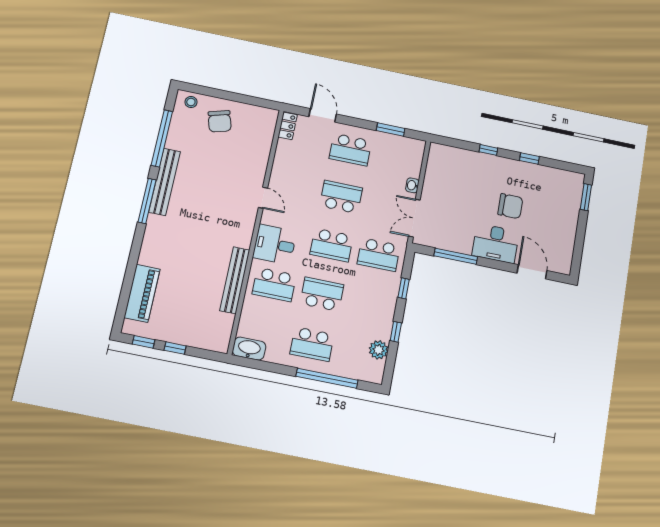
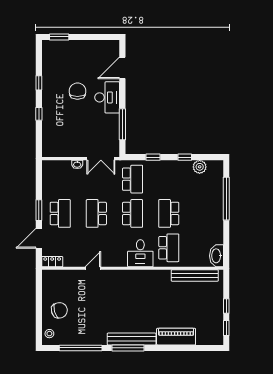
window: (391, 130) -> (39, 210), moved
bench: (165, 182) -> (132, 339), moved
door: (263, 198) -> (93, 268), moved
bench: (235, 280) -> (195, 276), moved
piano: (142, 293) -> (176, 337), moved
school desk: (312, 344) -> (205, 213), removed

